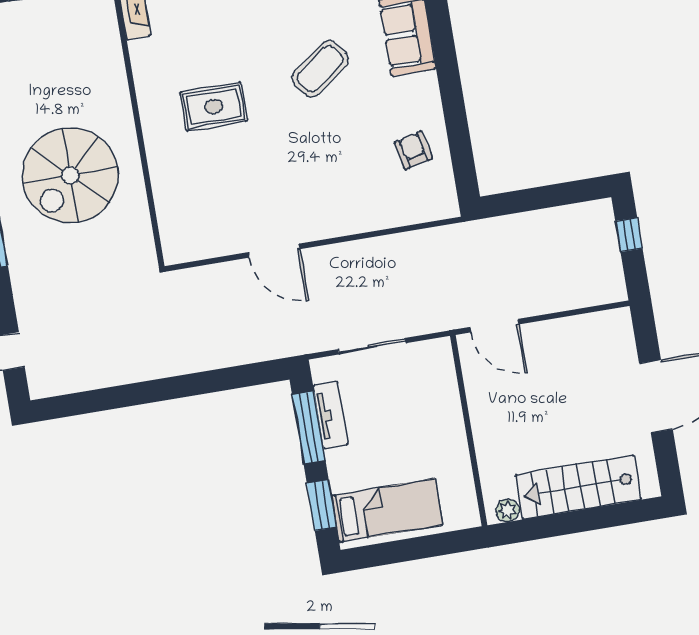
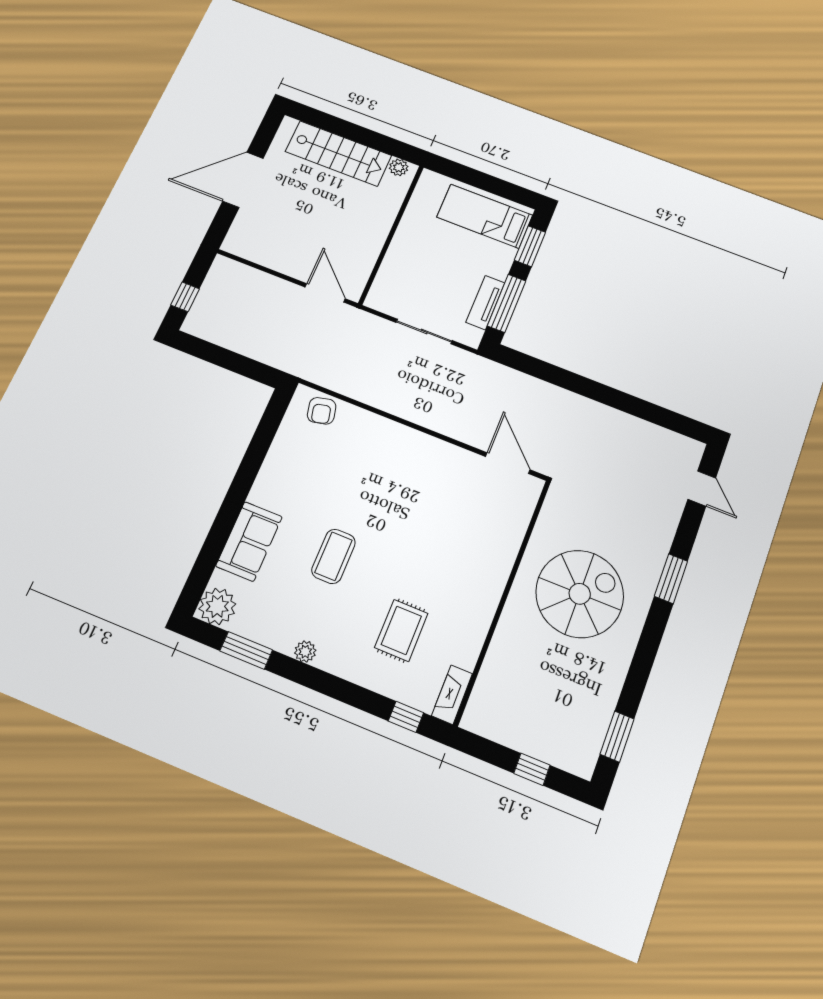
coffee table: (320, 69) -> (334, 556), turned -54
rug: (214, 107) -> (401, 630), moved, turned 90
armchair: (413, 150) -> (322, 411), moved
door: (274, 251) -> (508, 463), moved

